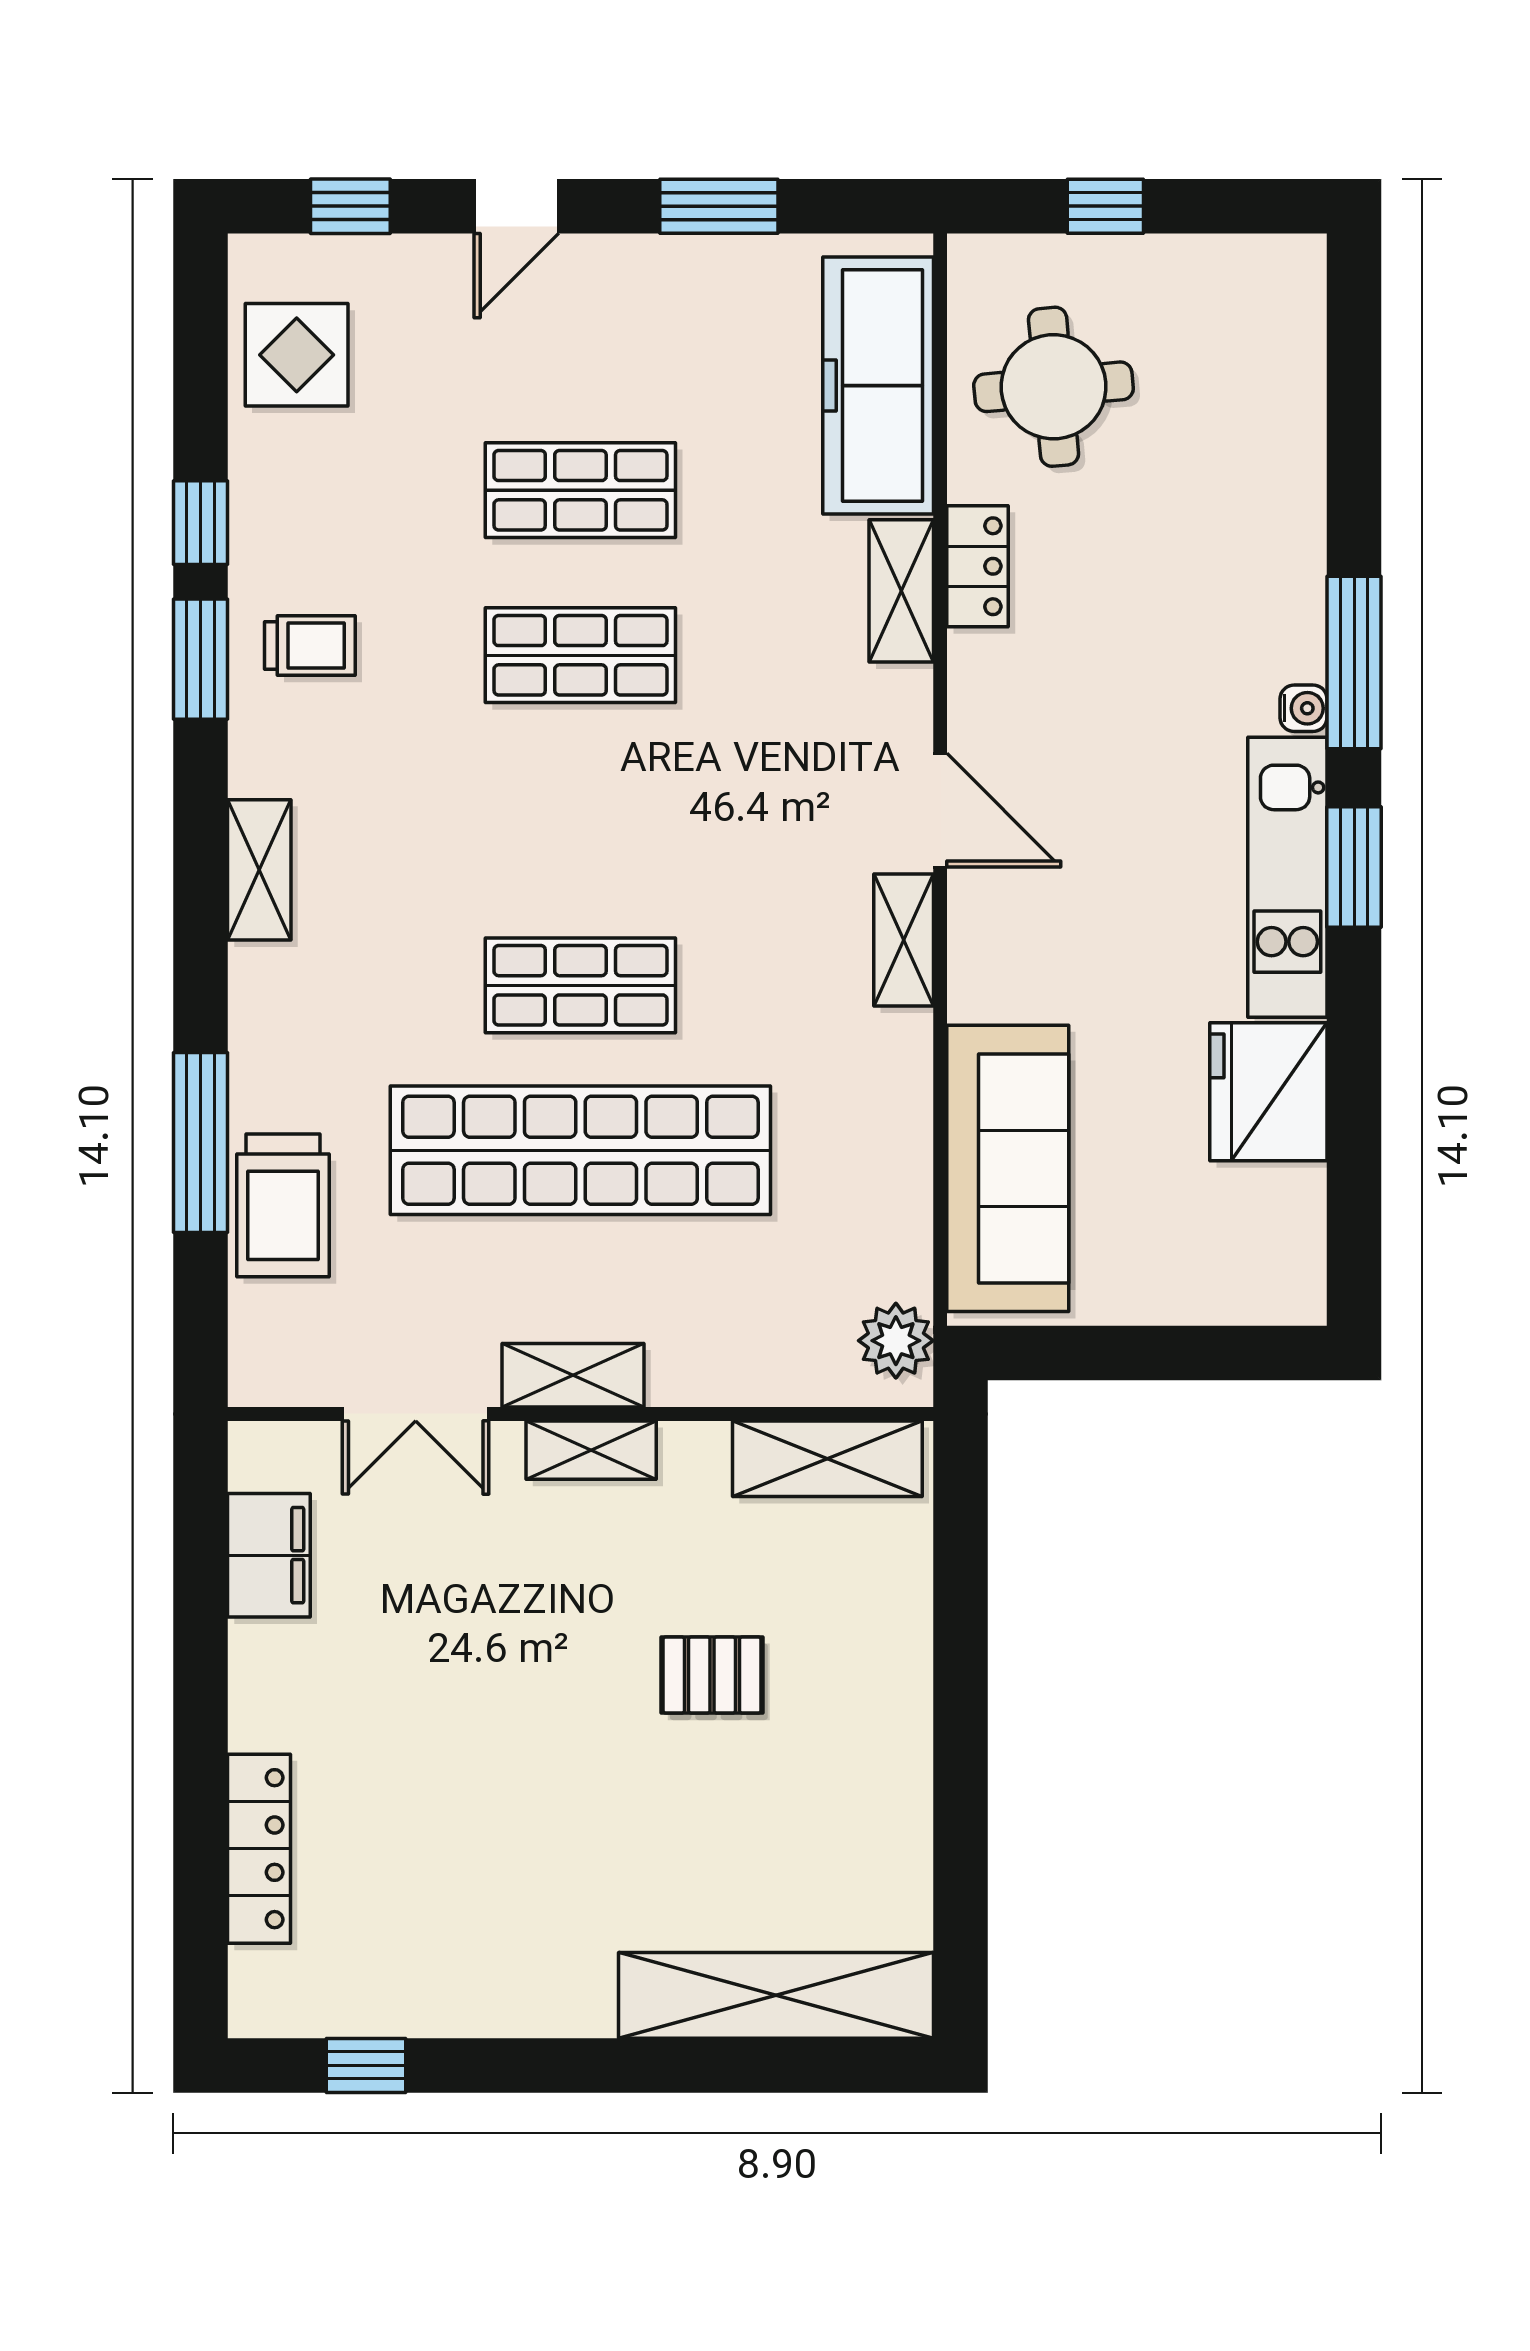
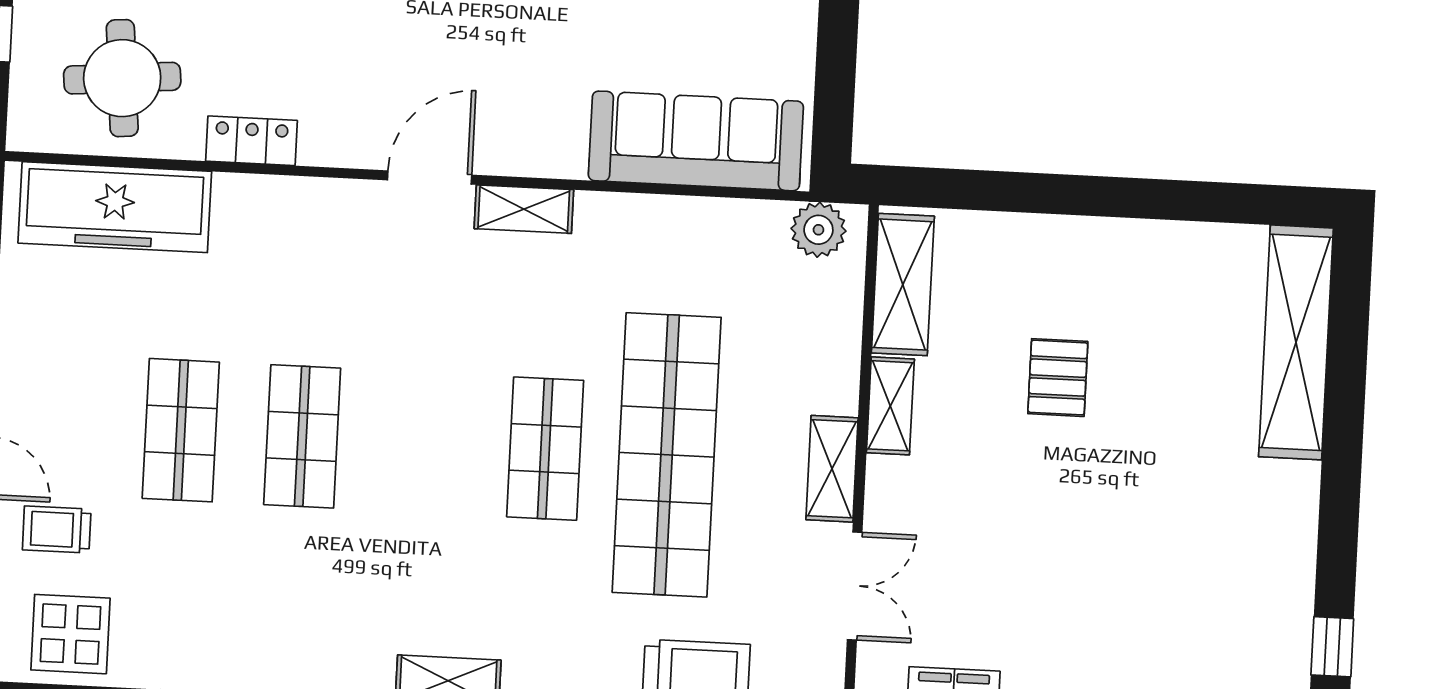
shelving: (901, 591) -> (267, 198), removed
trolley: (310, 646) -> (57, 529), moved, turned -90
shelving: (591, 1450) -> (890, 406), moved

